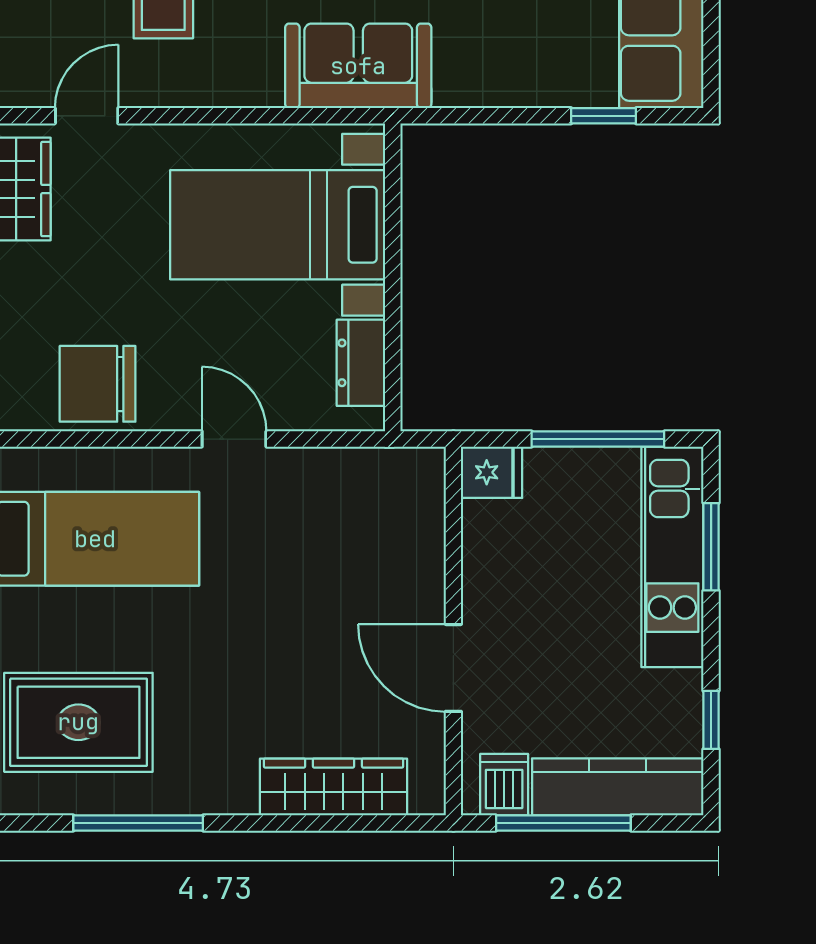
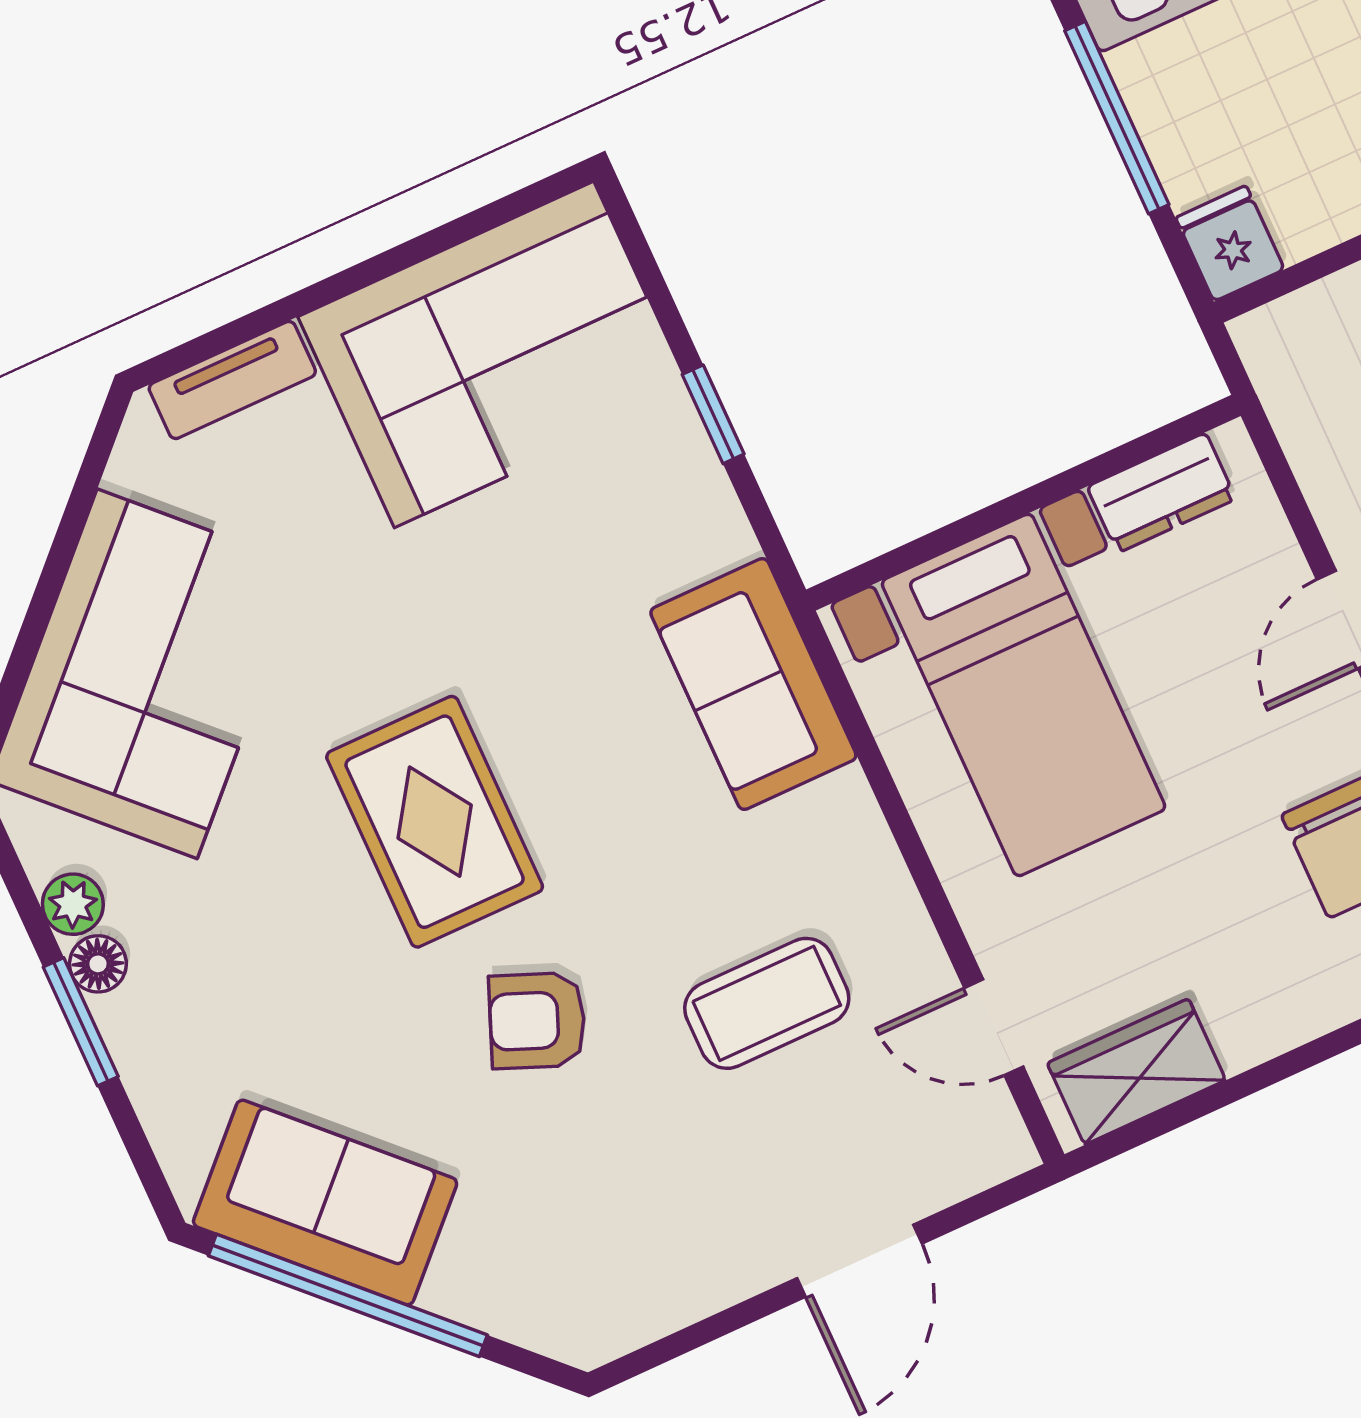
window: (604, 116) -> (713, 414), moved

